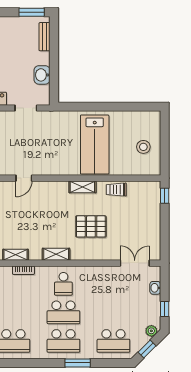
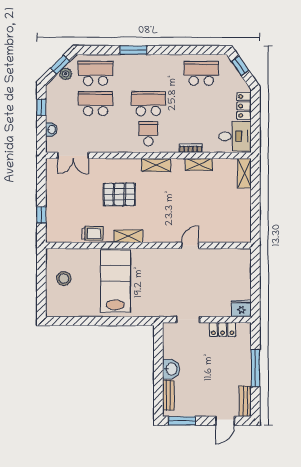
washbasin: (42, 75) -> (171, 369), moved
window: (165, 196) -> (41, 215), moved
plant: (151, 331) -> (66, 74), moved
school desk: (63, 341) -> (95, 104), moved

